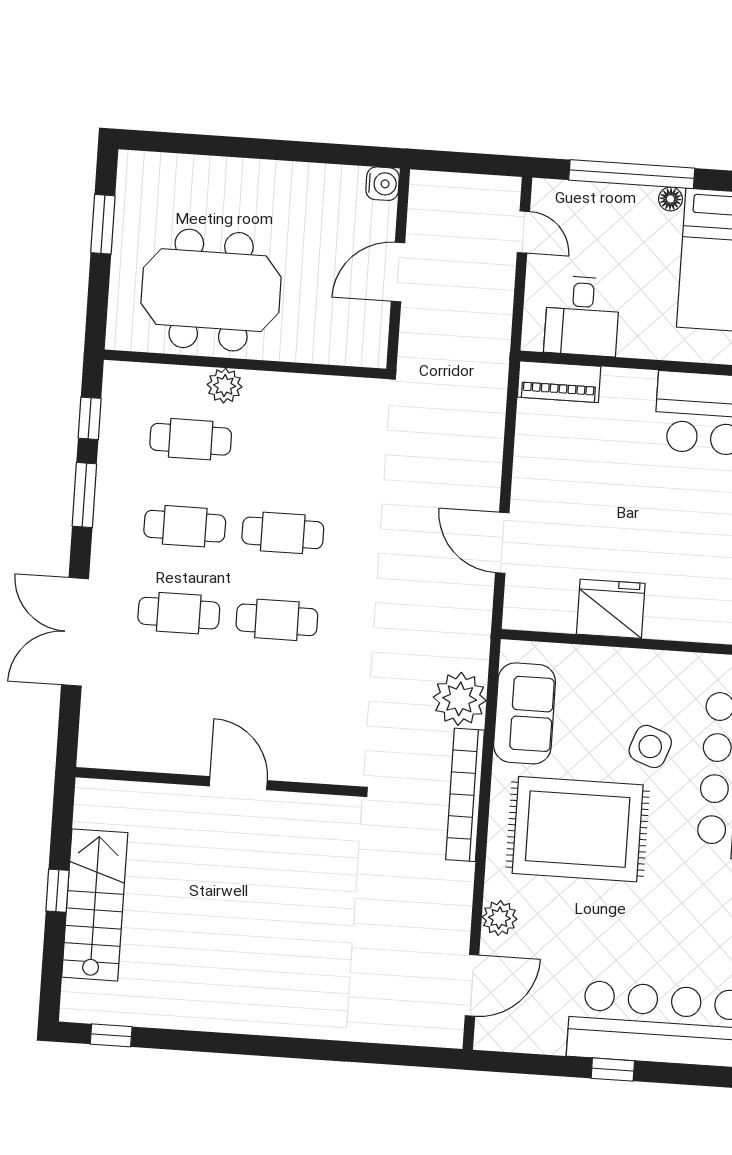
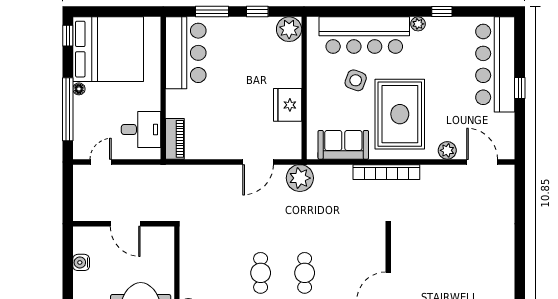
water cooler: (382, 184) -> (81, 262), moved, turned -90
plant: (460, 699) -> (300, 178), moved

